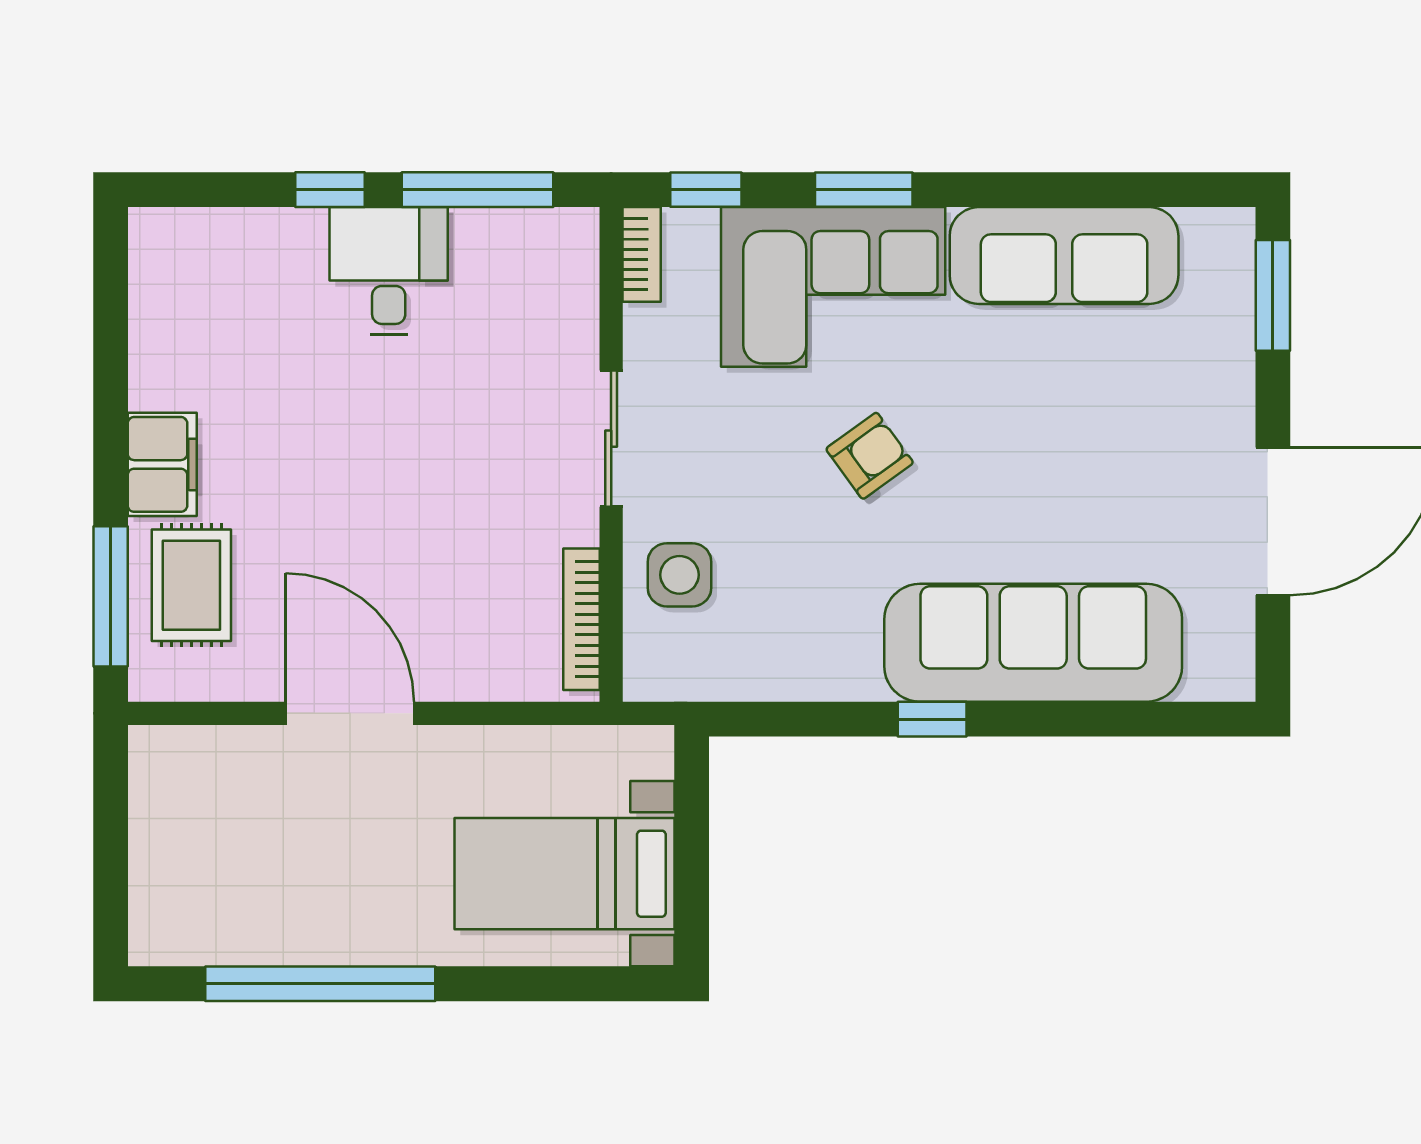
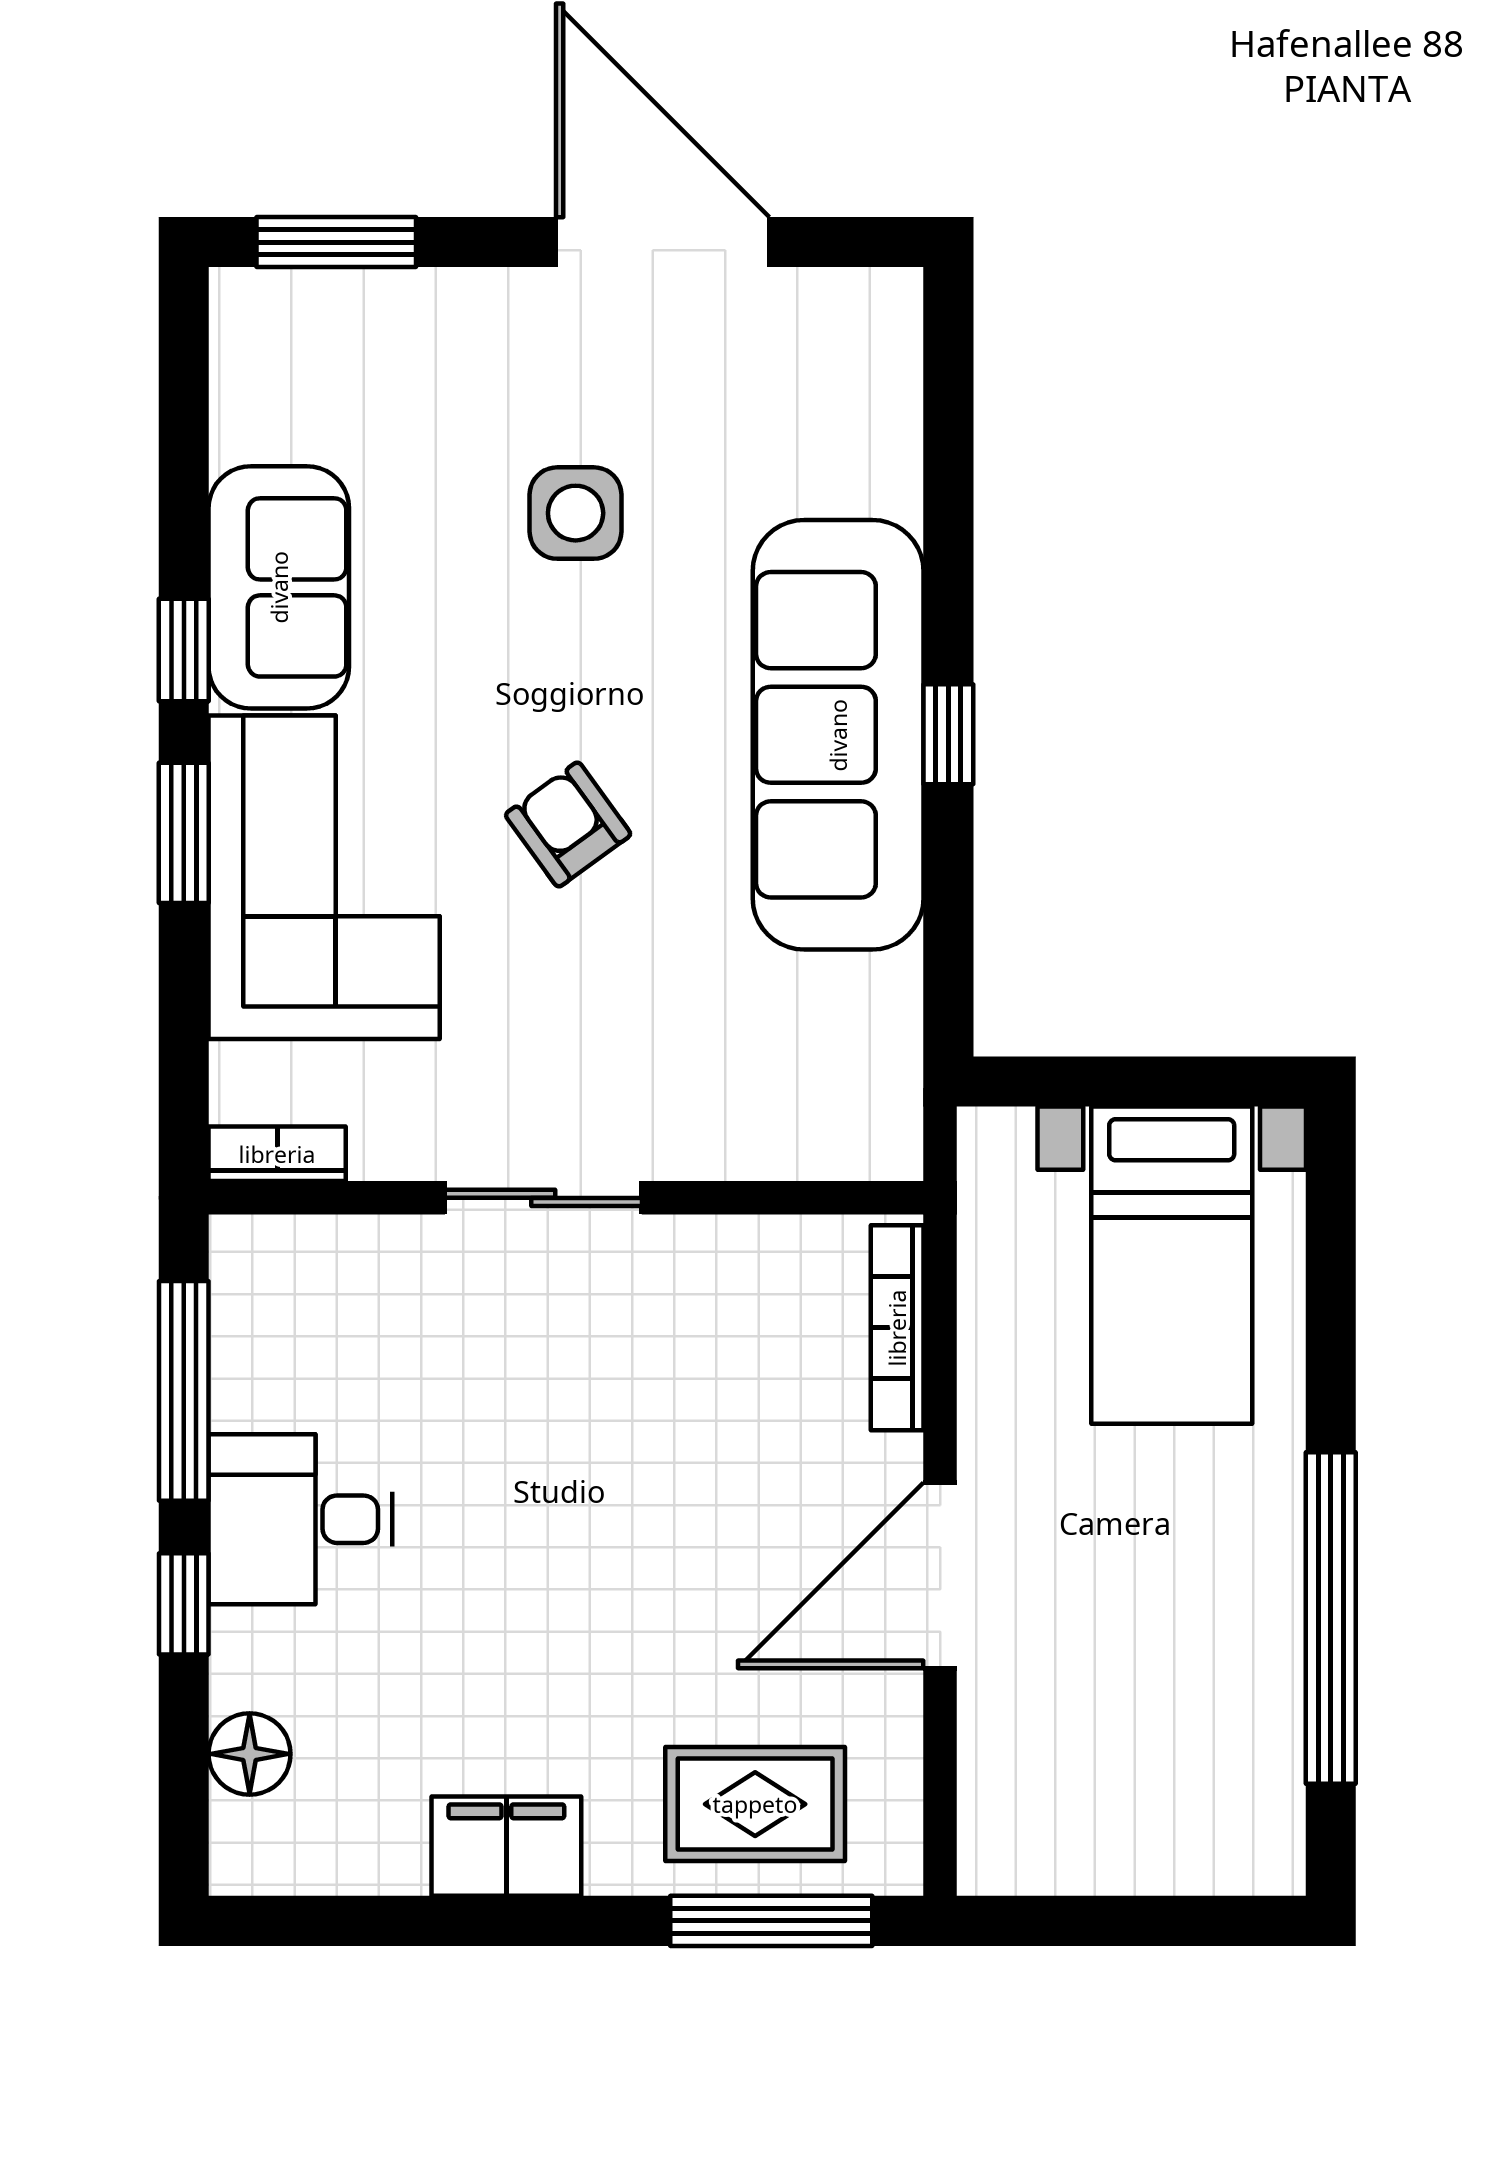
window: (706, 190) -> (184, 650), moved
floor lamp: (226, 235) -> (250, 1754), added
sofa: (1064, 256) -> (279, 587), width x0.73
filing cabinet: (162, 464) -> (506, 1846), moved
side table: (680, 575) -> (576, 513), moved
bookcase: (581, 619) -> (897, 1328), moved, turned 90
sofa: (1033, 643) -> (838, 735), moved

